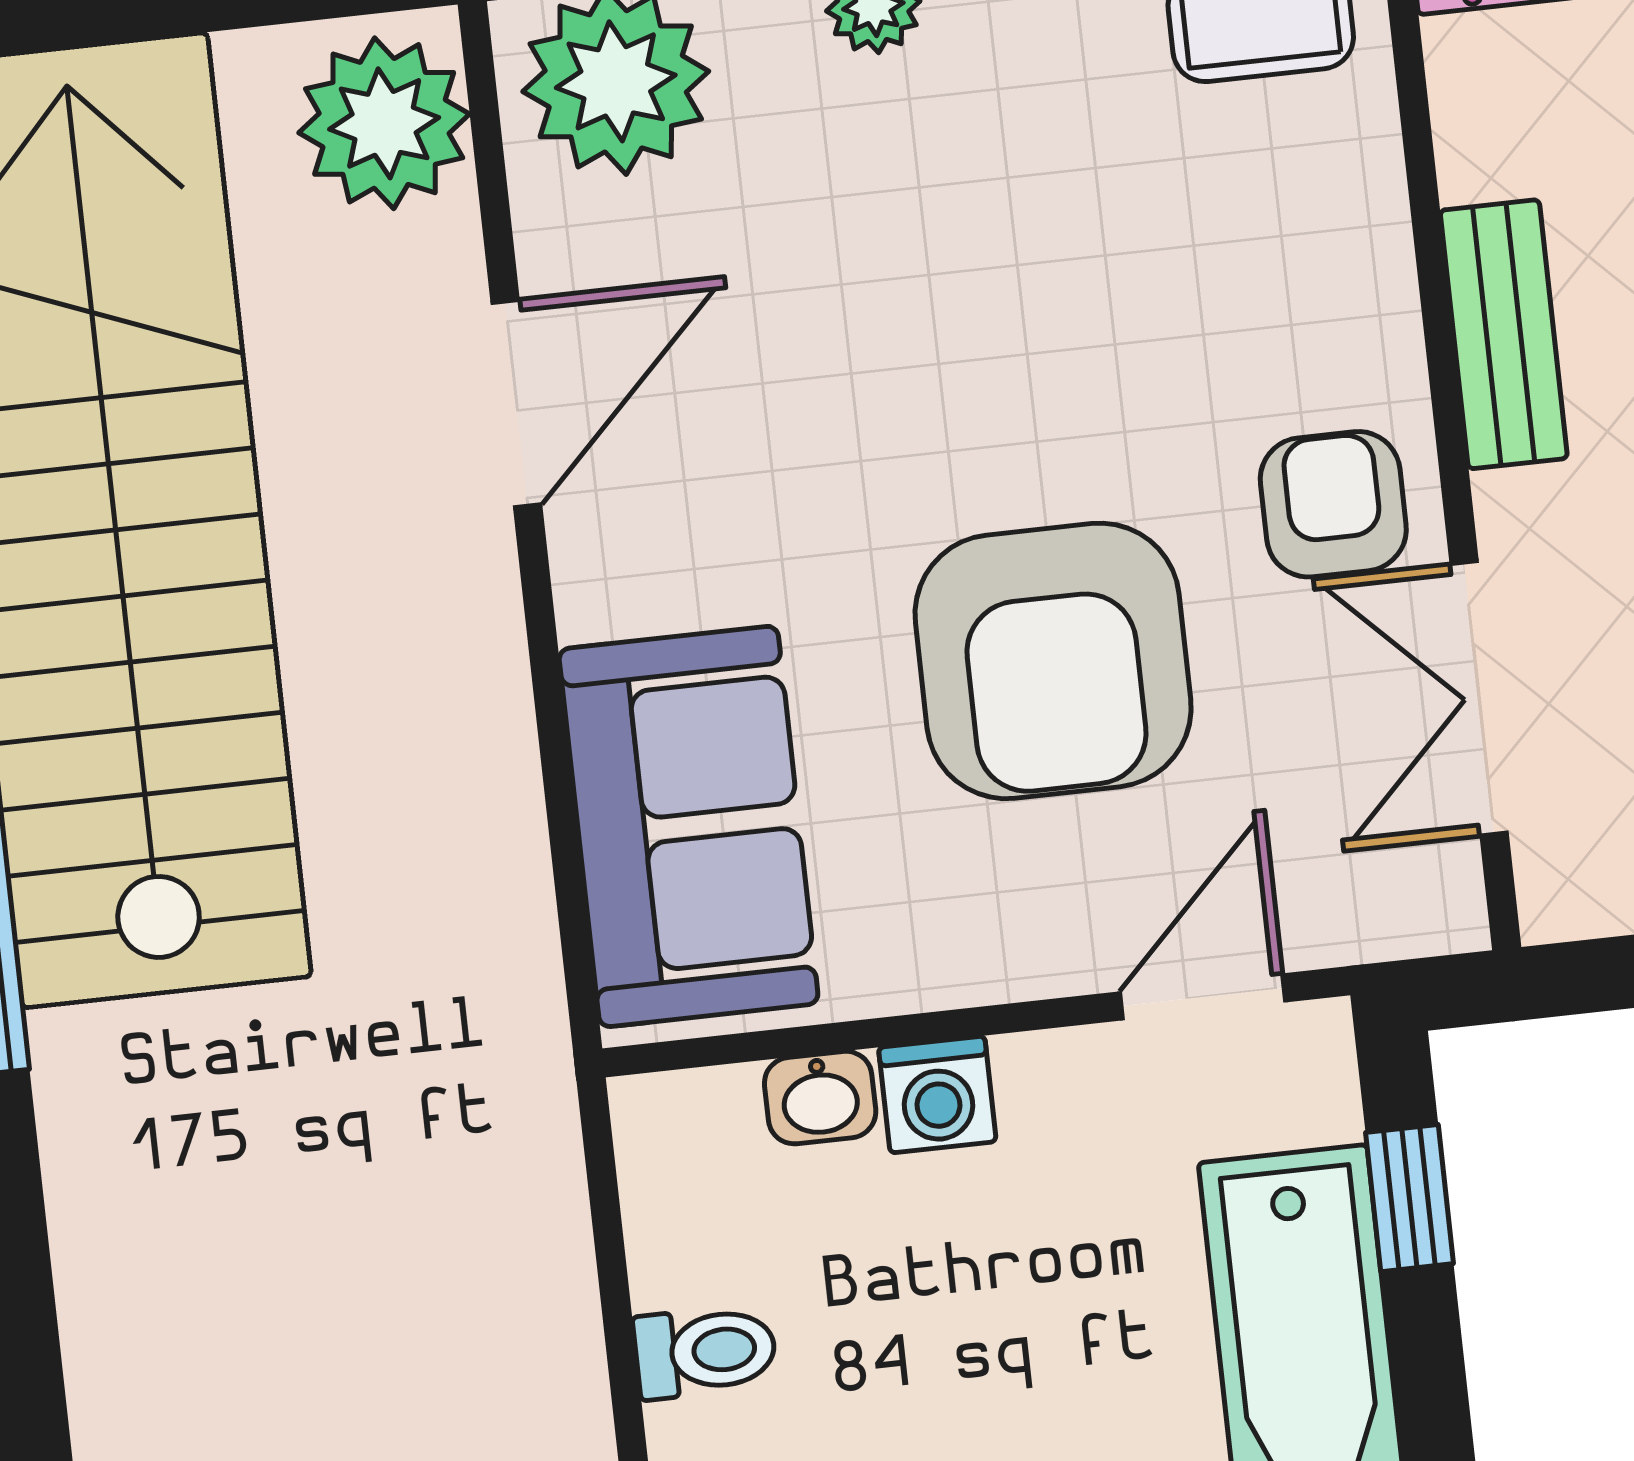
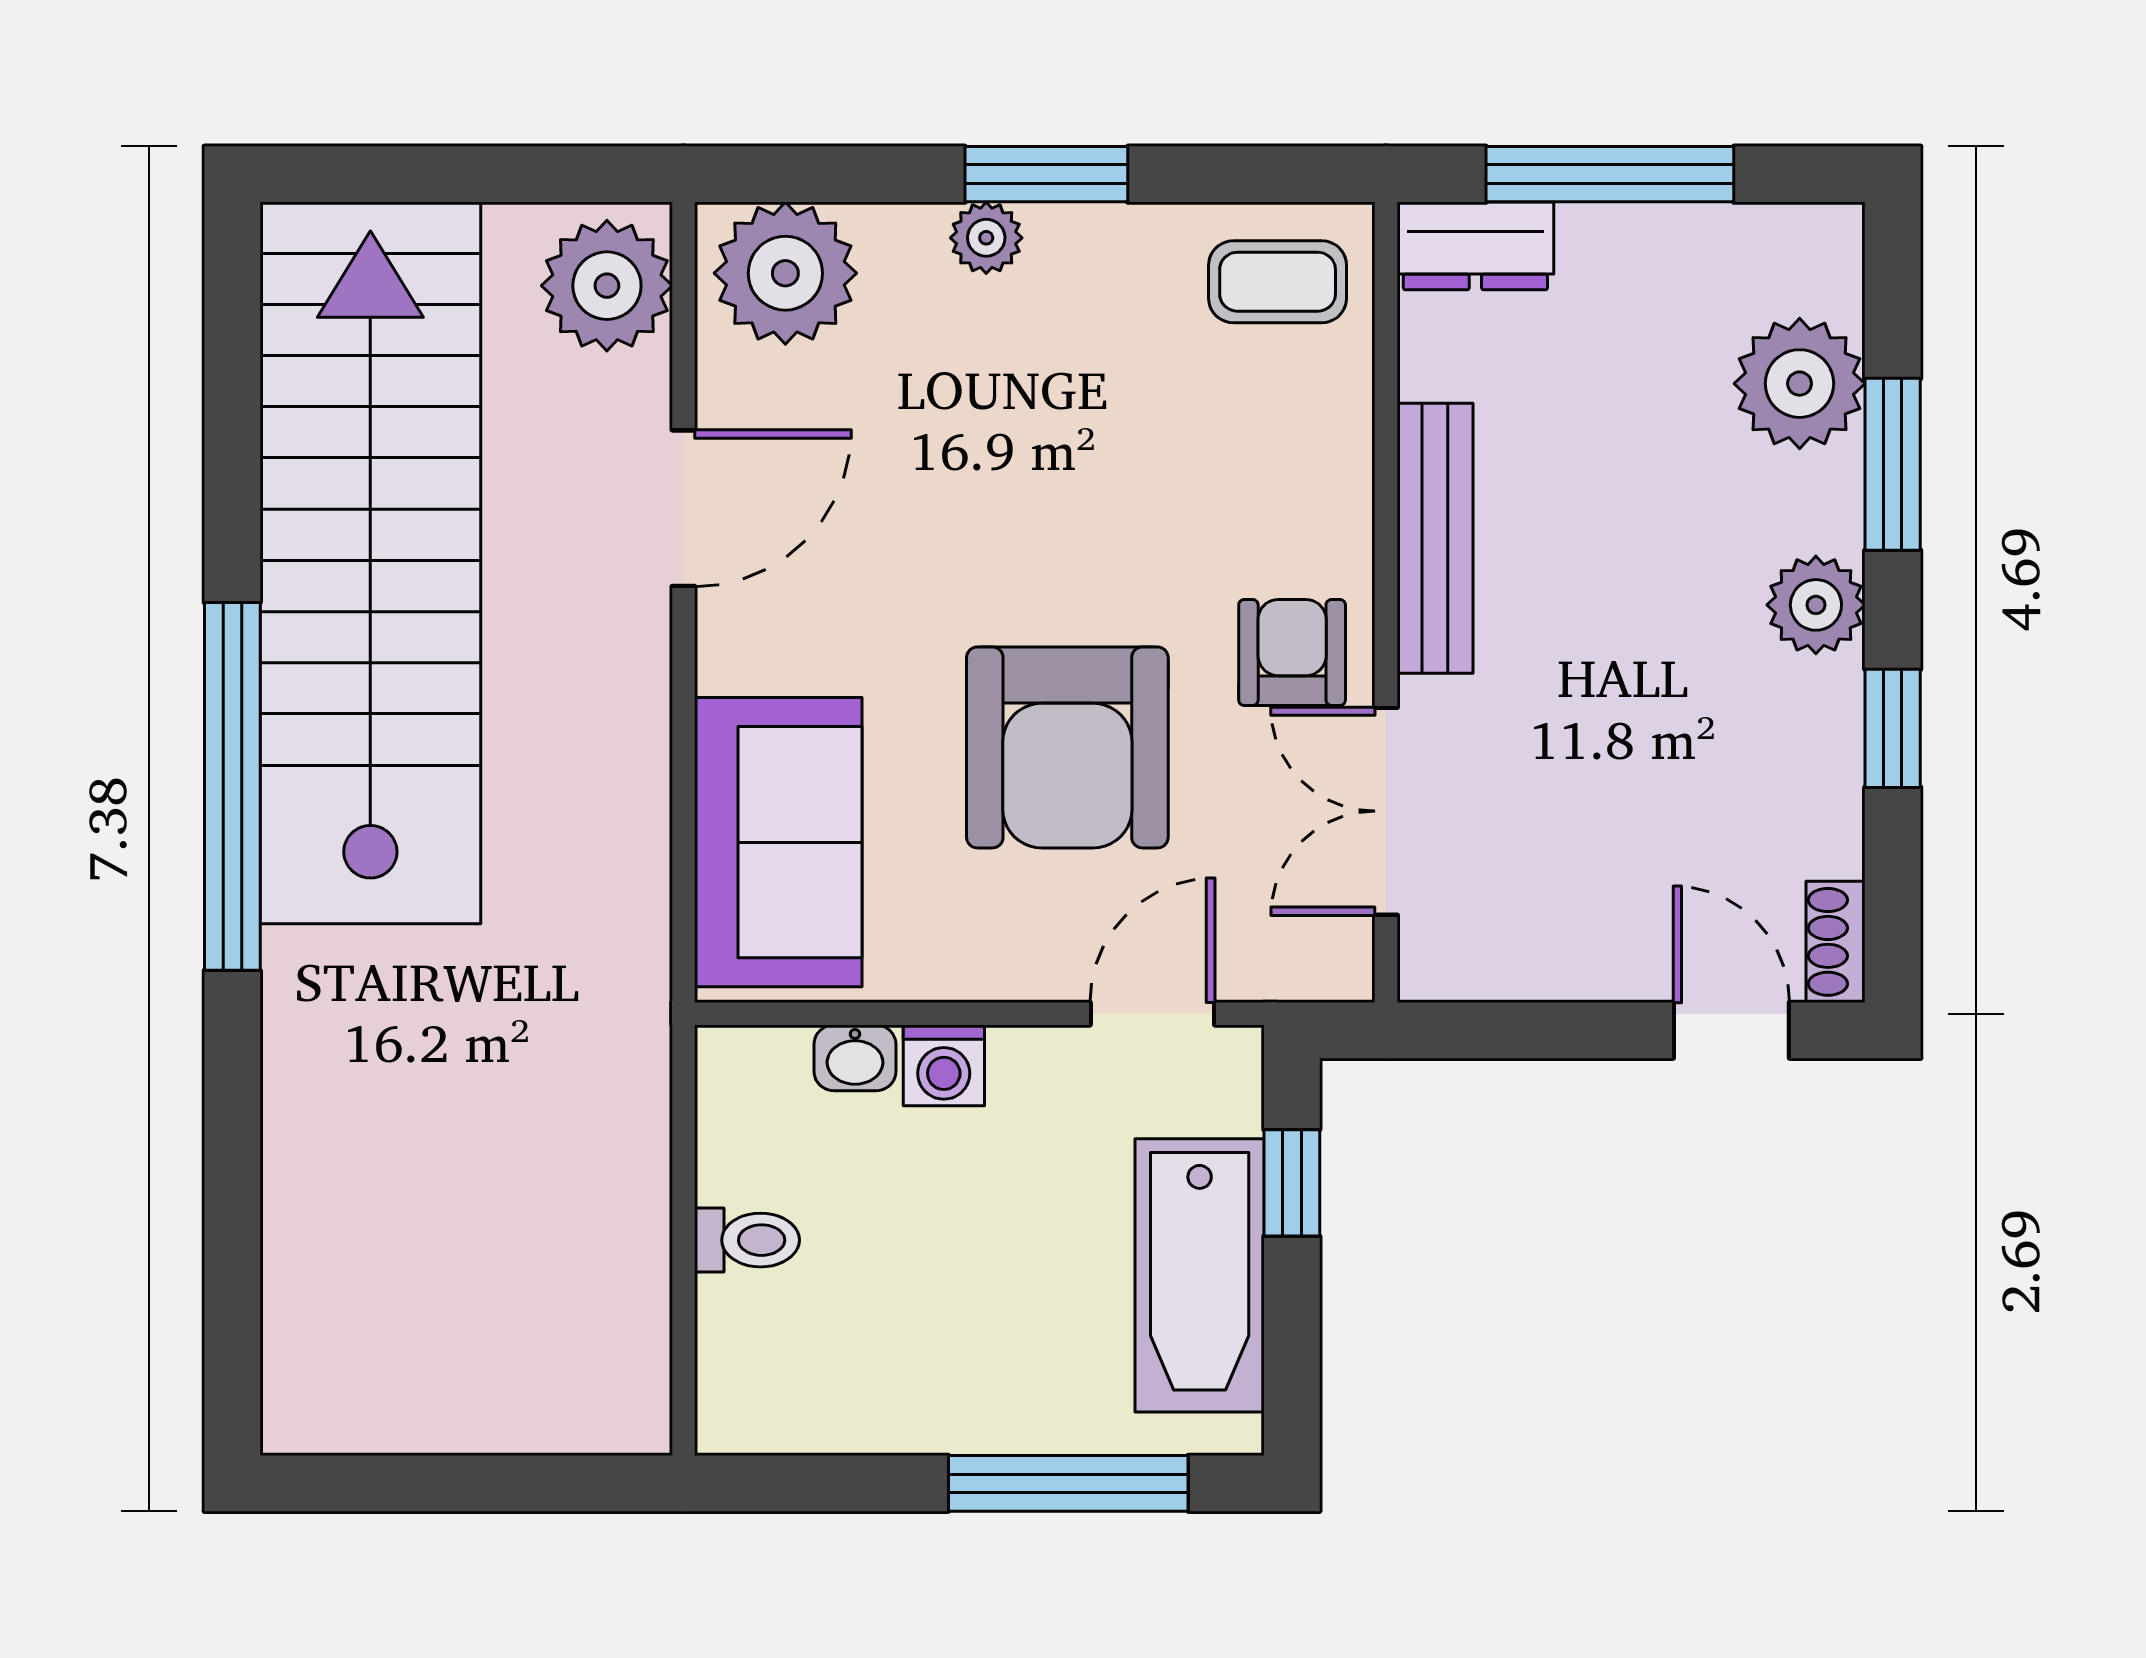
bench: (1504, 334) -> (1435, 538), width x1.36

